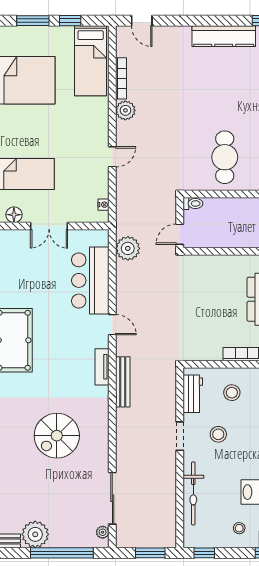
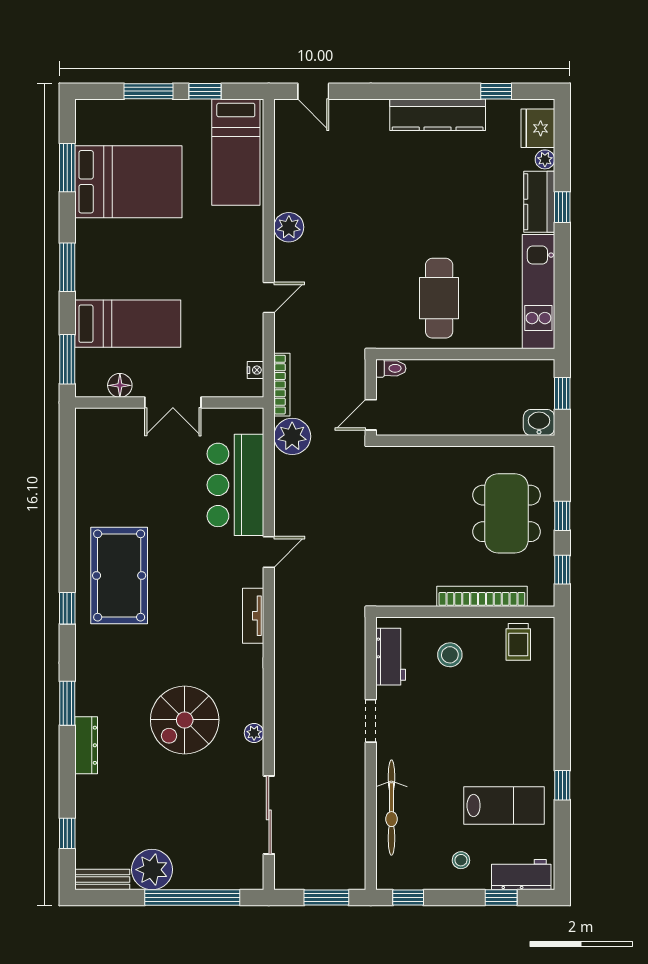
bookcase: (121, 78) -> (282, 385), moved
door: (112, 325) -> (269, 552), hinge flipped
bench: (123, 382) -> (285, 638), removed
stool: (218, 434) -> (429, 718), removed
plant: (103, 532) -> (254, 733), moved

